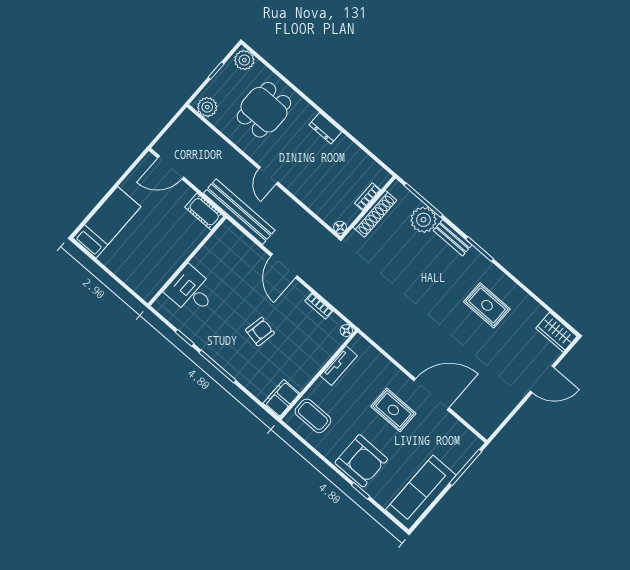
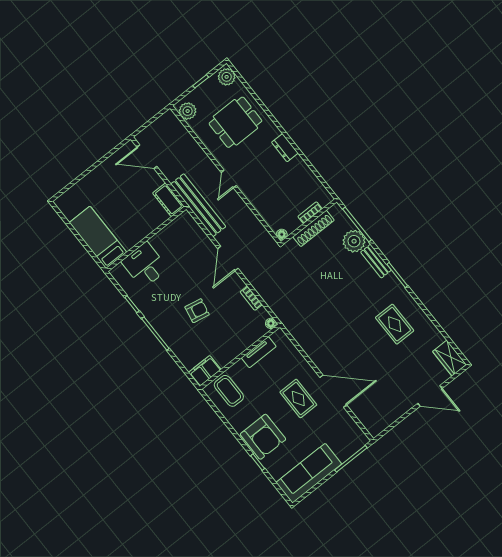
bed: (107, 222) -> (98, 237), moved, turned -90

